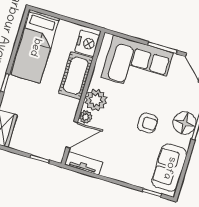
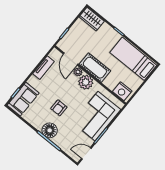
cot: (76, 76) -> (95, 68), moved
tv unit: (84, 163) -> (44, 68), moved
sofa: (169, 168) -> (23, 99), moved, turned 90

